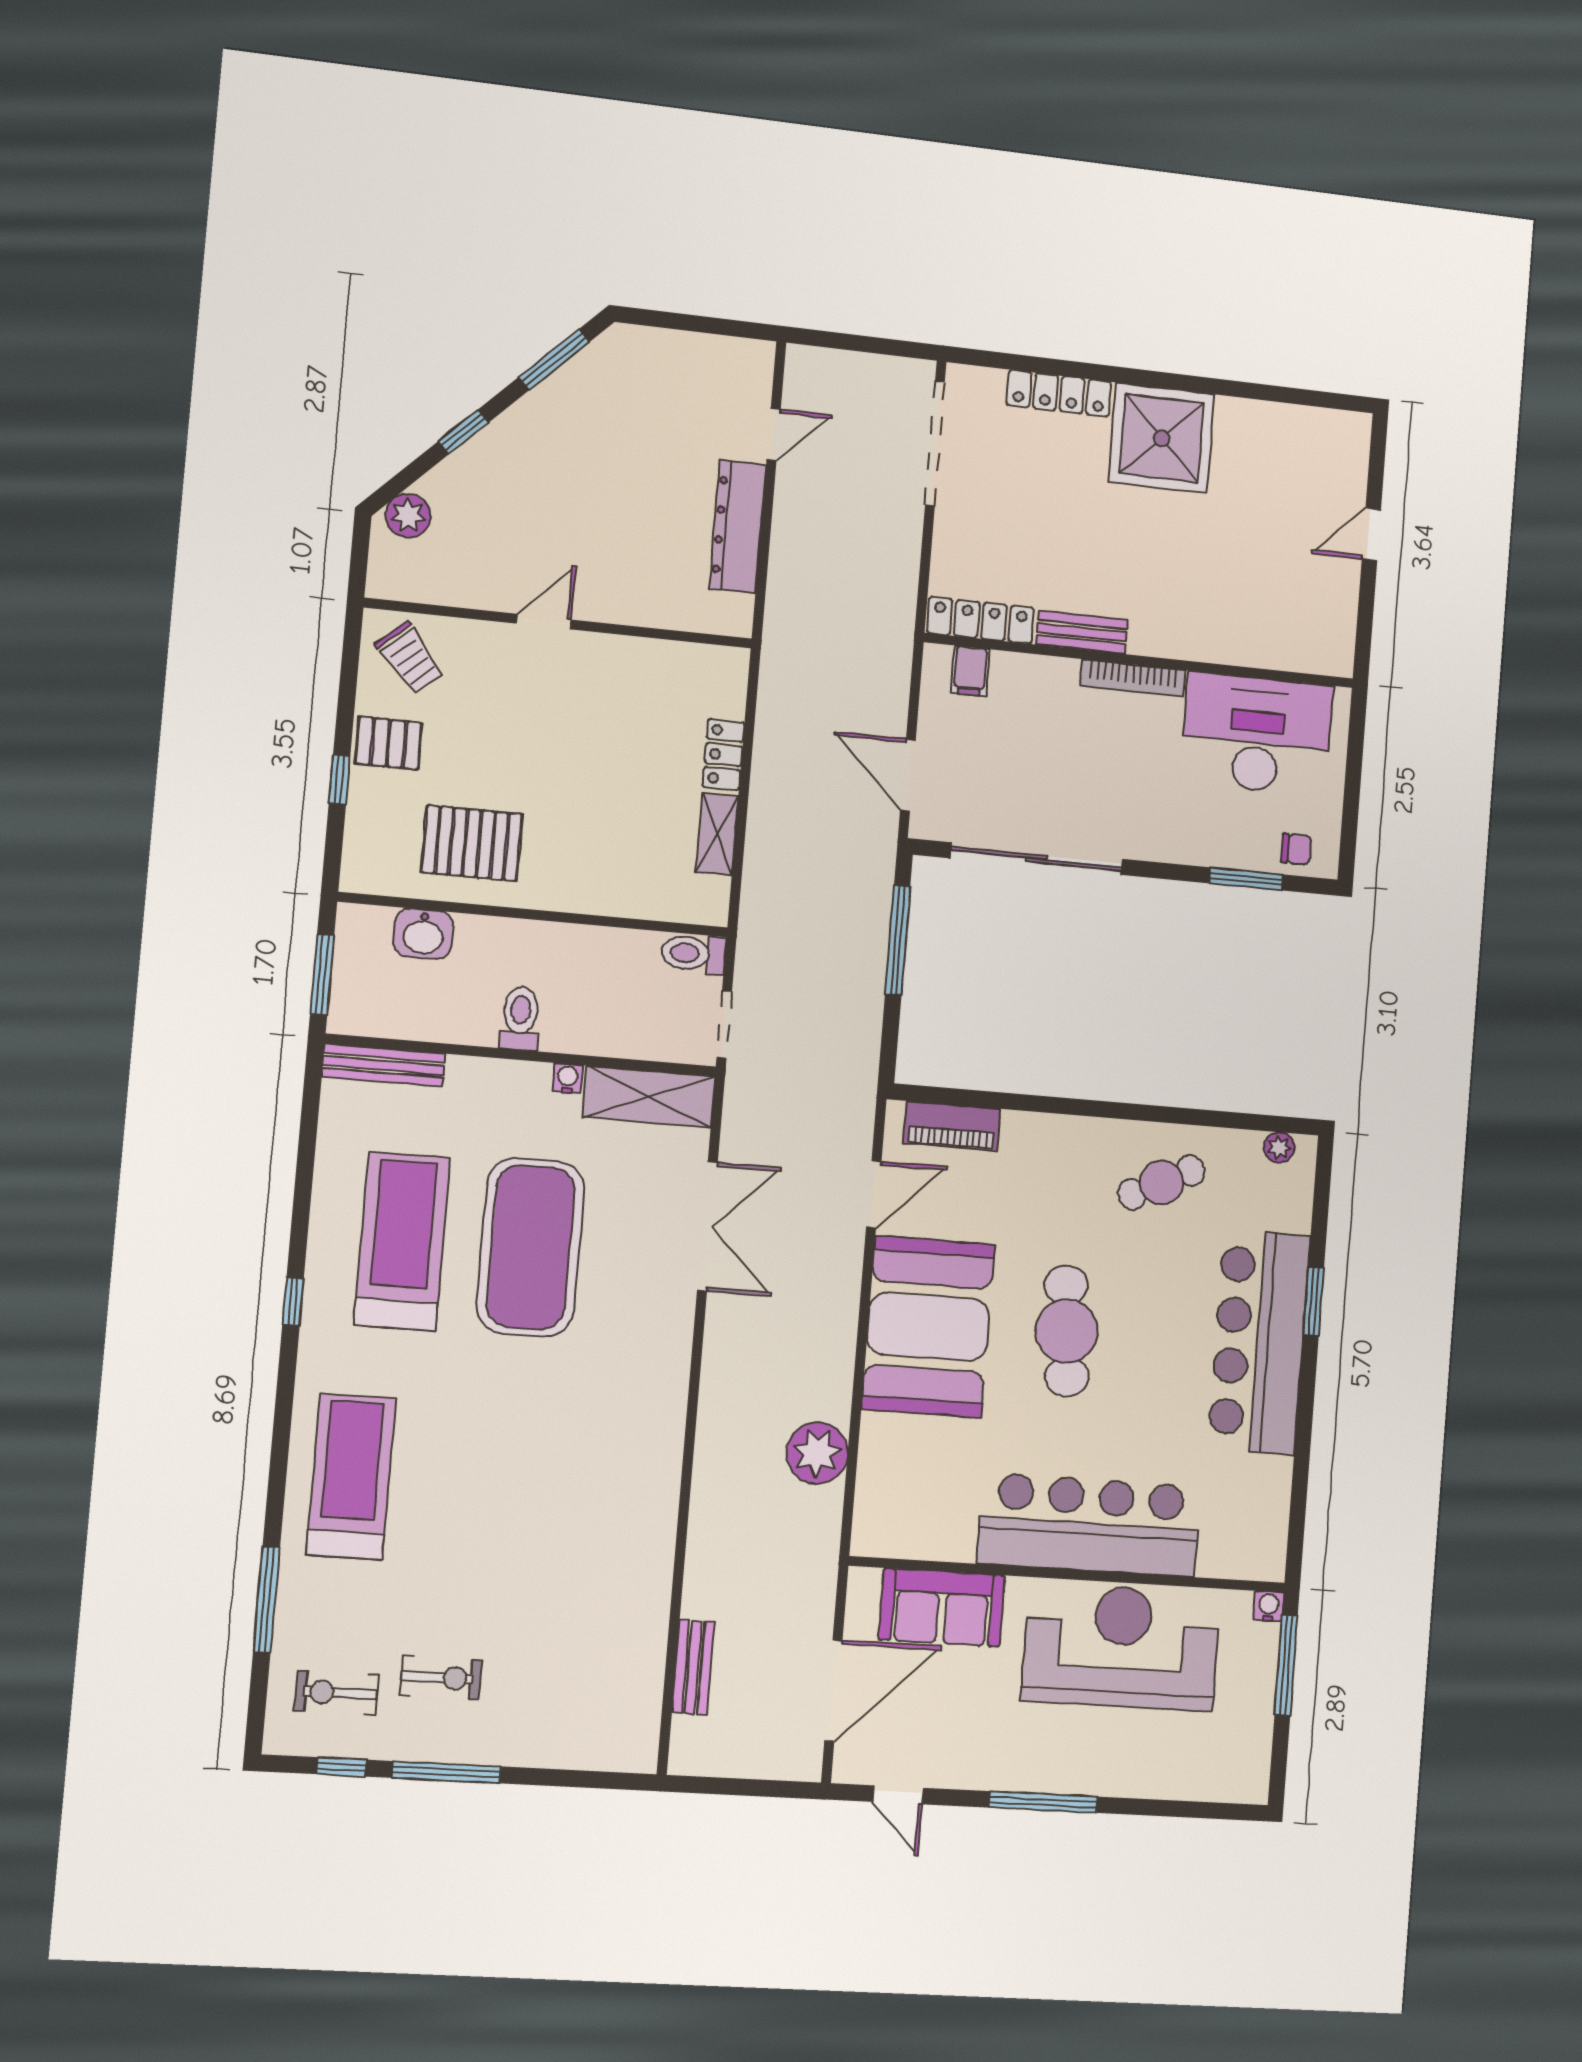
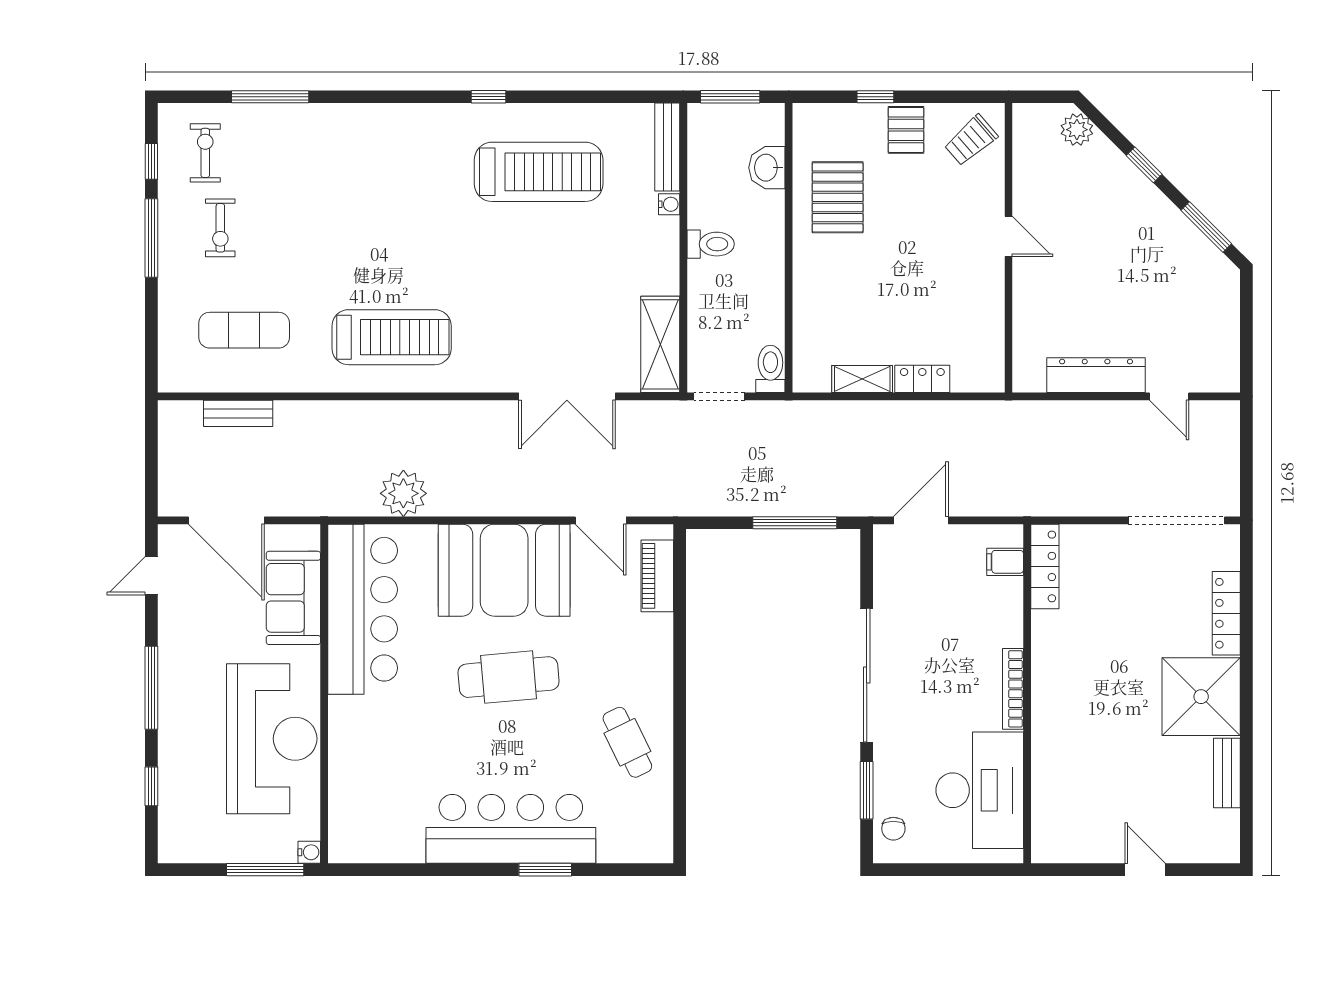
bench: (1082, 632) -> (1227, 773), moved
sliding door: (1037, 859) -> (867, 675), moved
water cooler: (568, 1078) -> (669, 204), moved
plant: (1279, 1148) -> (662, 833), removed
exercise mat: (531, 1247) -> (244, 330), moved, width x0.50, depth x0.69
treadmill: (351, 1477) -> (392, 337), moved
bar counter: (1089, 1525) -> (363, 609), moved
window: (1170, 1808) -> (151, 786), added

